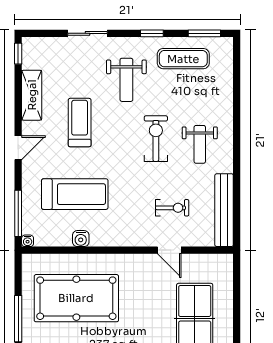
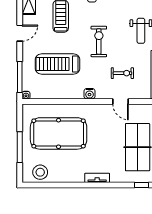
exercise bike: (156, 139) -> (99, 41), moved
treadmill: (75, 194) -> (57, 64), turned 180
water cooler: (81, 239) -> (90, 94), moved

